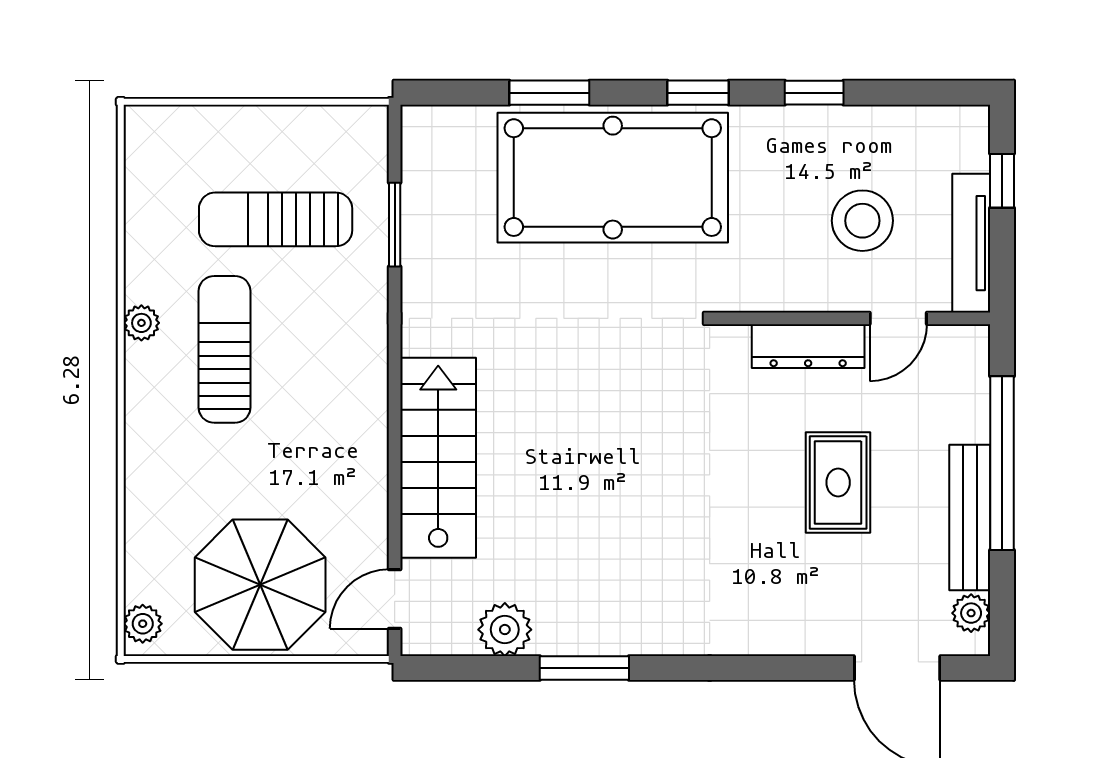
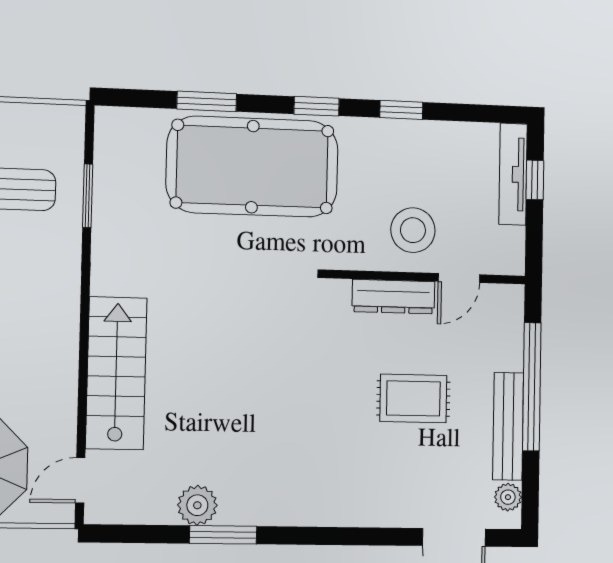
stool: (862, 221) -> (413, 230), moved
tv unit: (971, 243) -> (513, 174), moved
rug: (838, 483) -> (413, 398), turned 90
plant: (505, 630) -> (197, 505), moved

